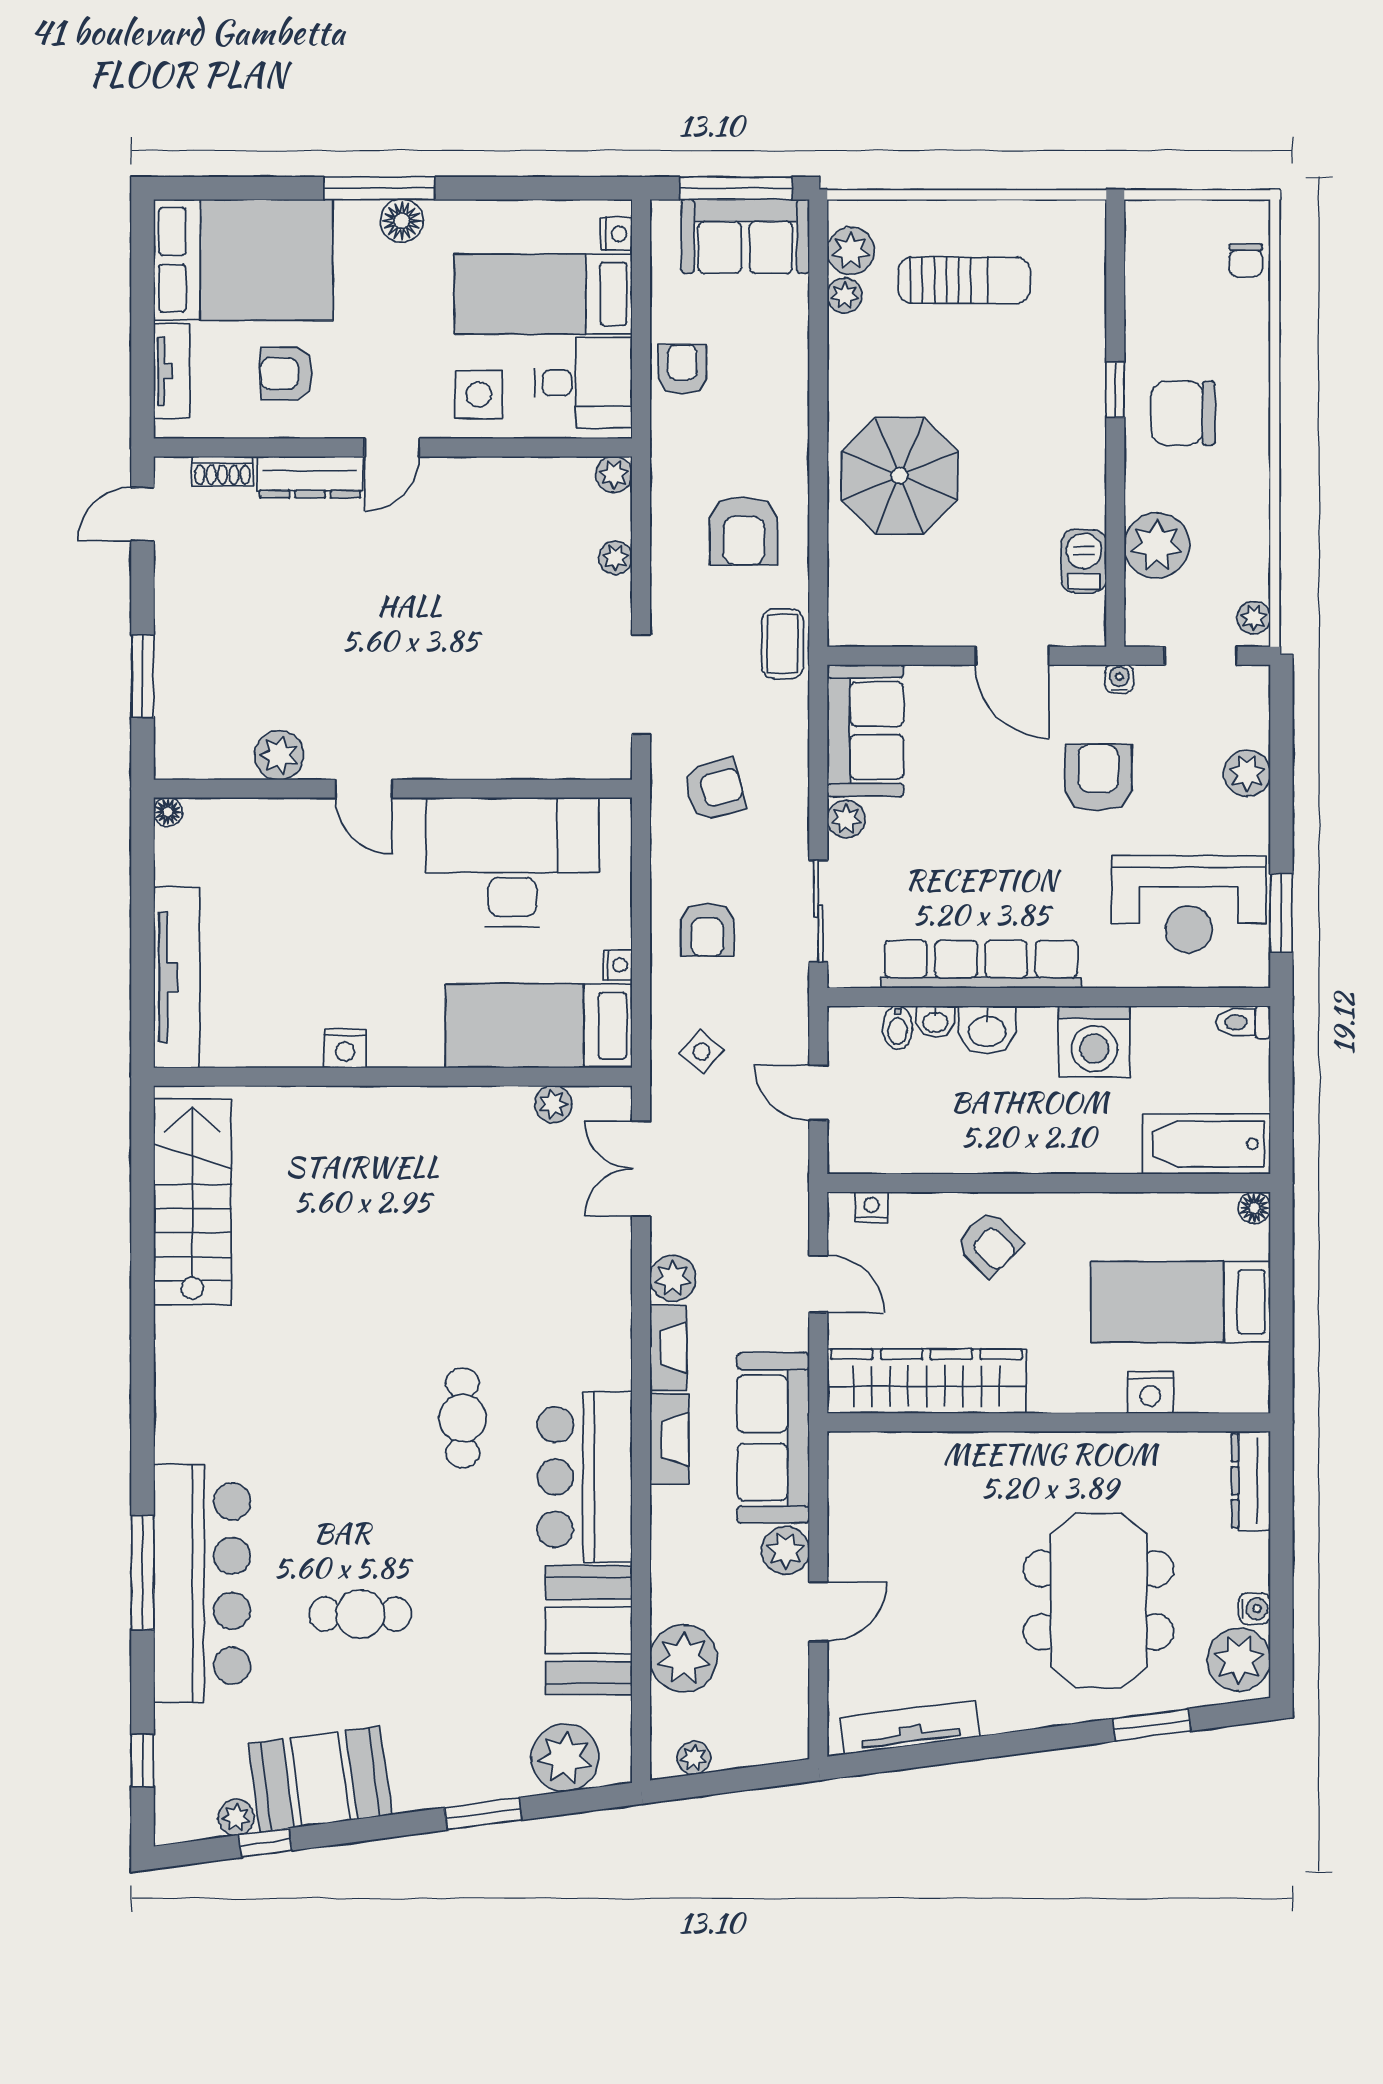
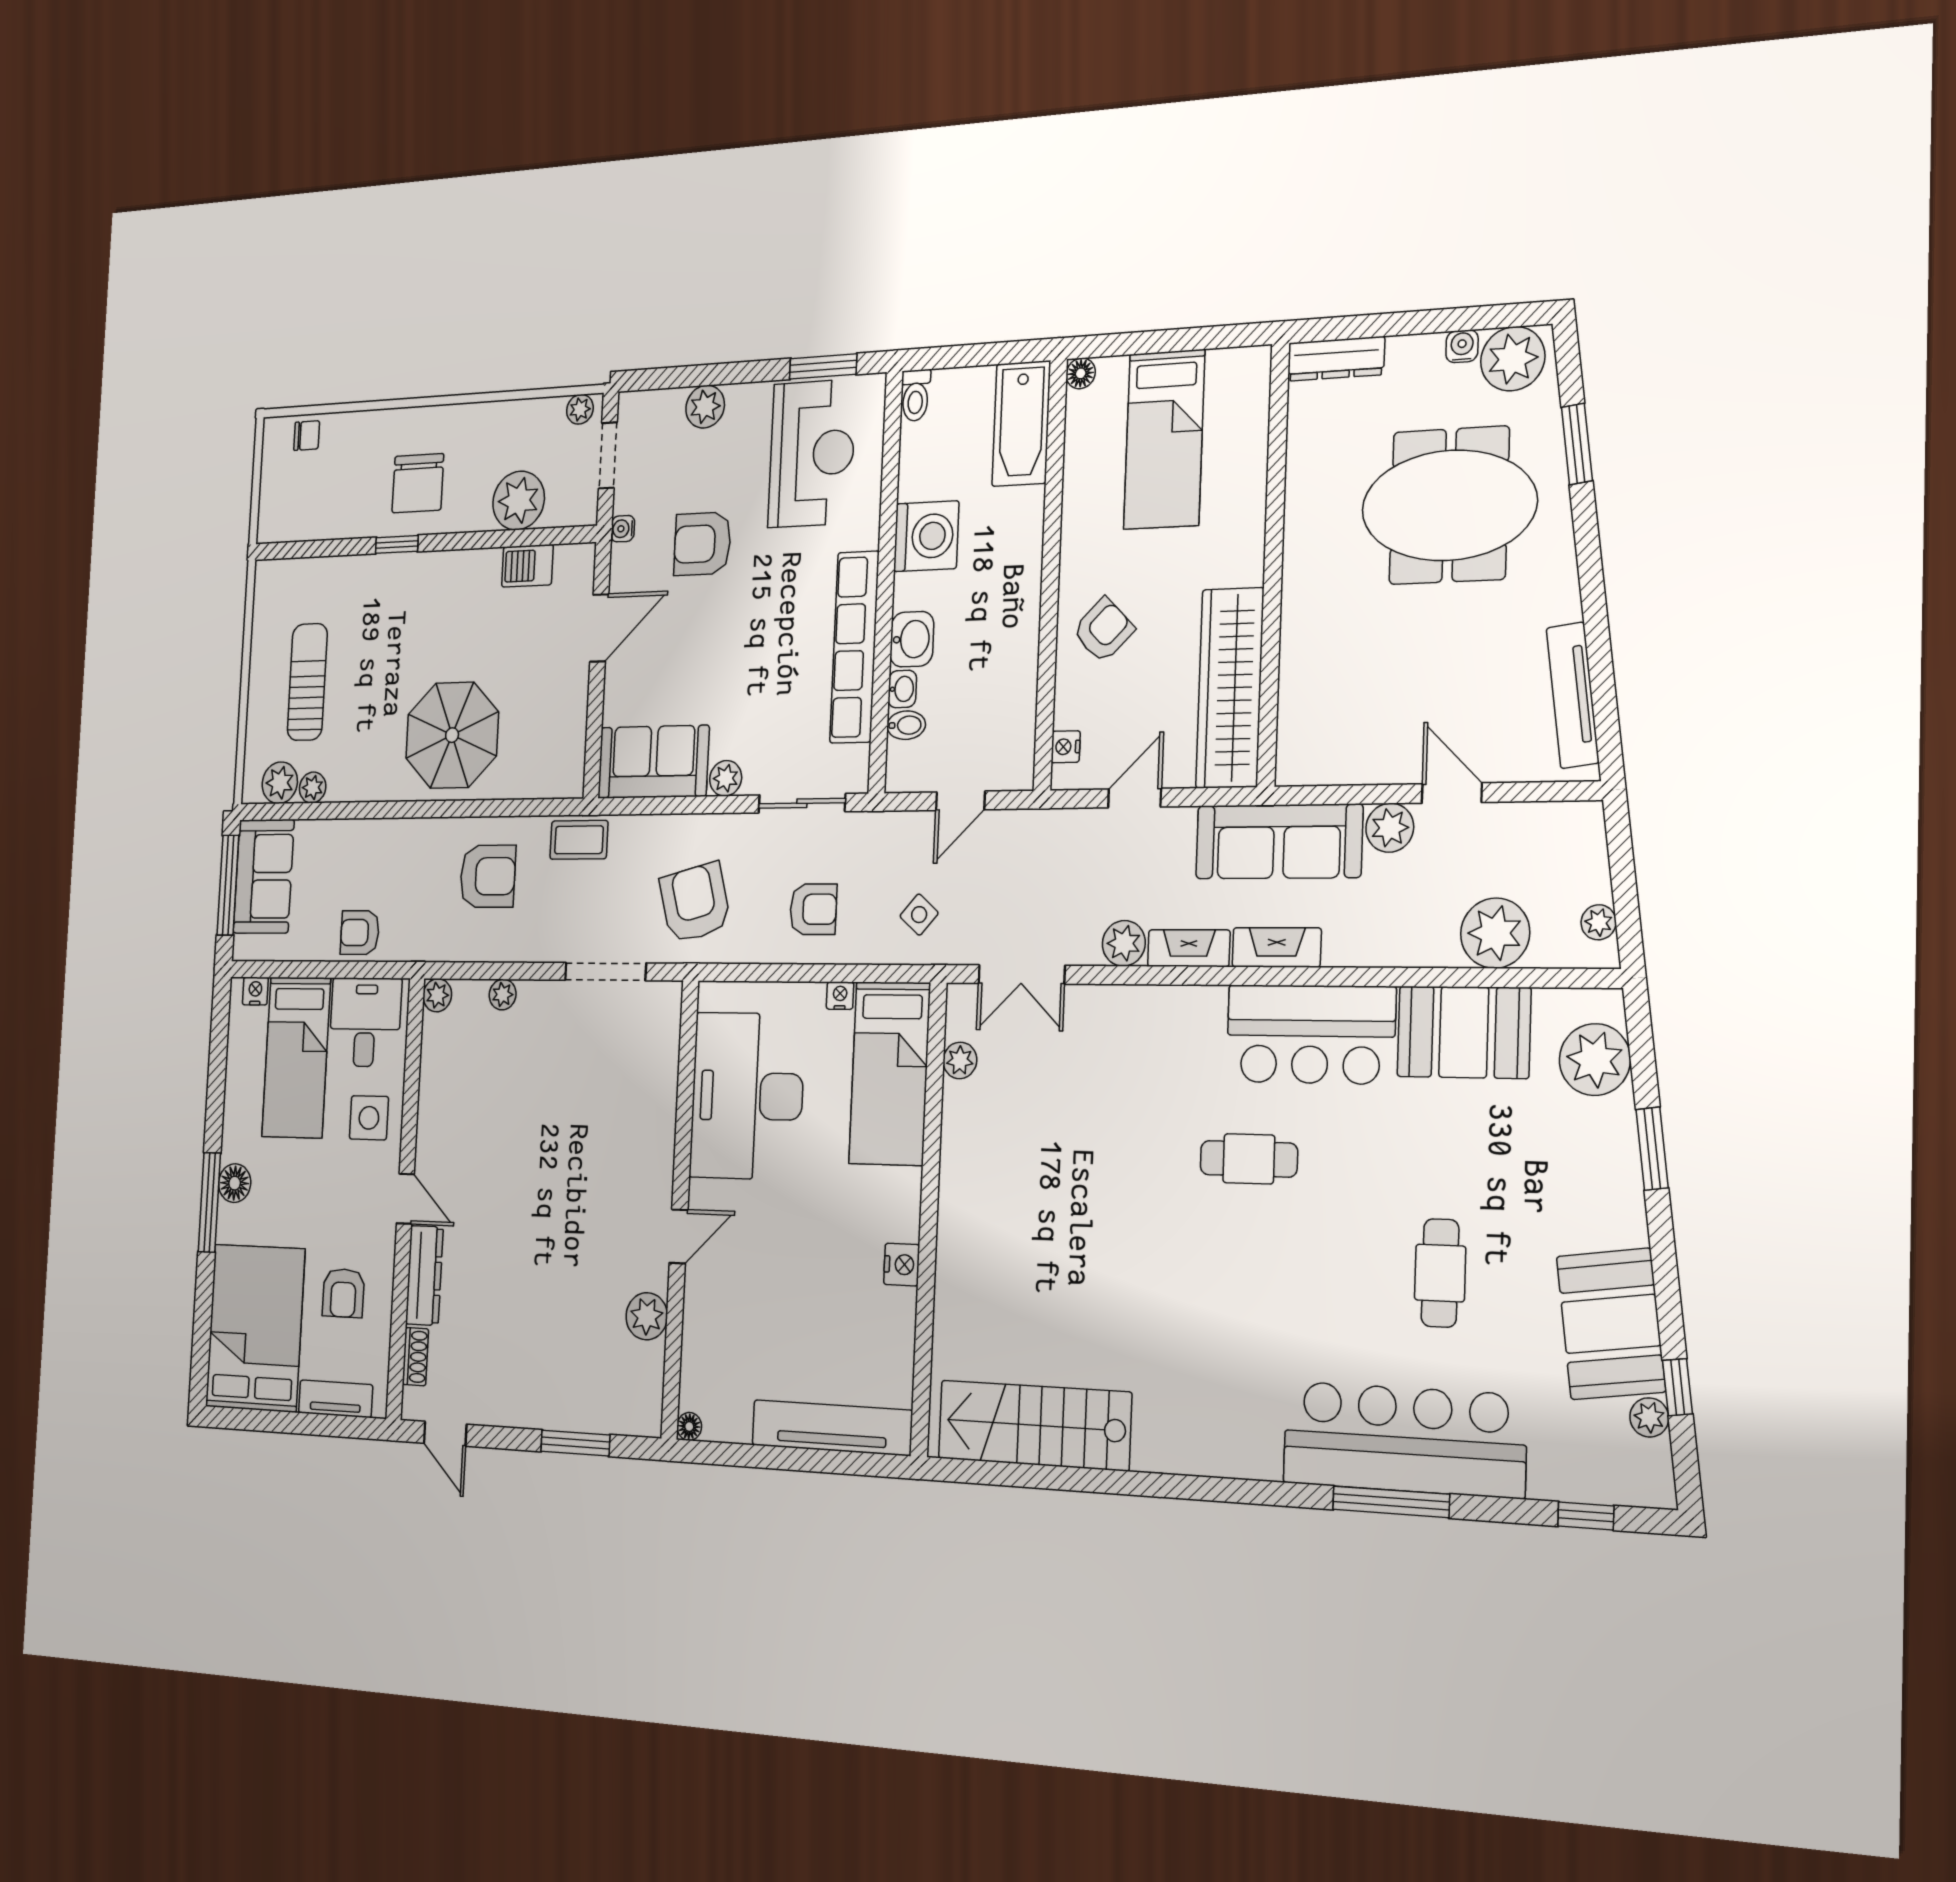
armchair: (714, 789) -> (695, 903), width x1.38, depth x1.38
nightstand: (1150, 1393) -> (1248, 464), removed

